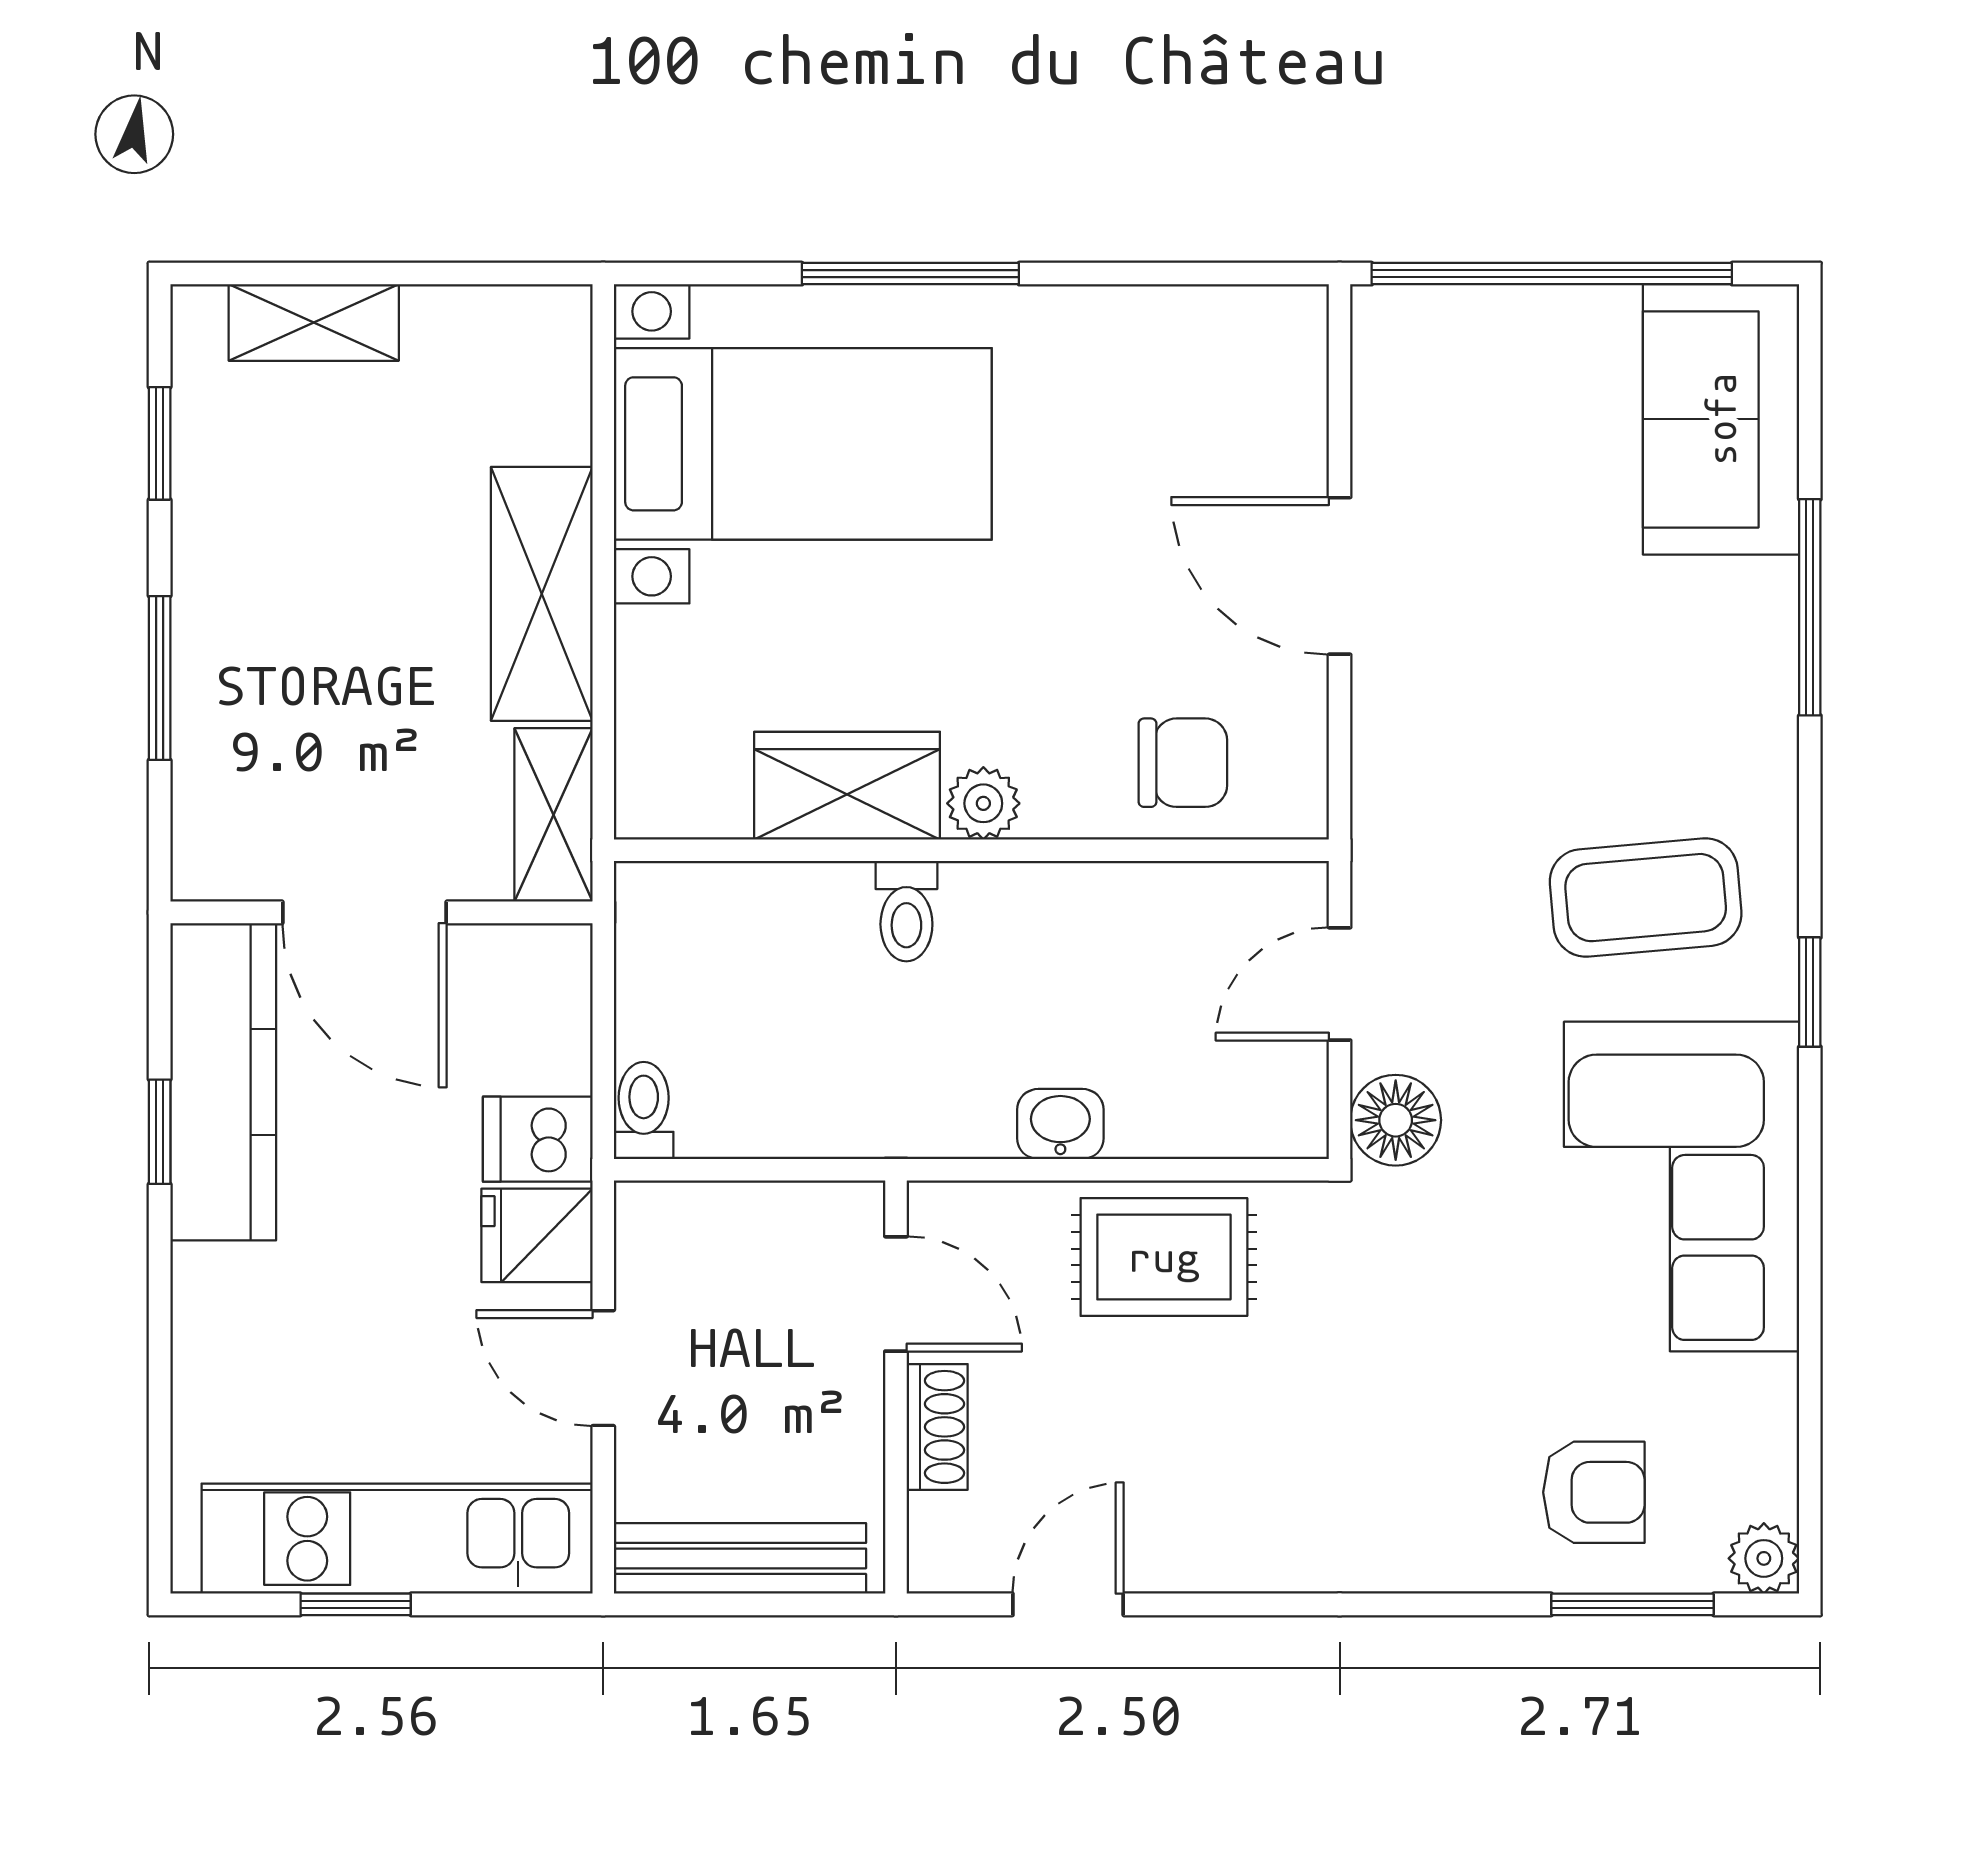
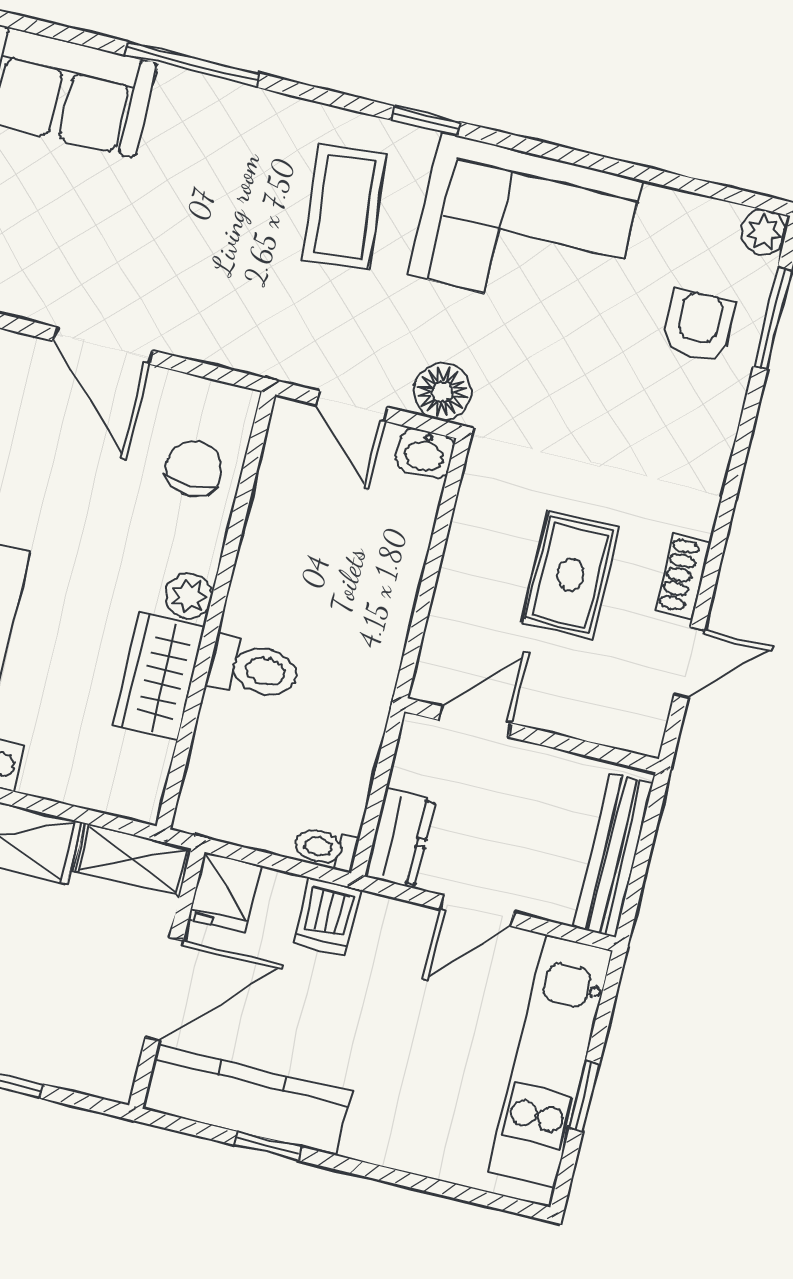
door: (1340, 576) -> (103, 346), hinge flipped
toilet: (906, 911) -> (254, 669), width x1.37, depth x1.39
washbasin: (1060, 1124) -> (425, 453), moved, turned -90
dresser: (687, 1222) -> (400, 838), added
fridge: (537, 1235) -> (225, 892), moved
rug: (1164, 1257) -> (570, 575), moved
shoe rack: (937, 1427) -> (684, 576), moved, turned -90
door: (1068, 1604) -> (689, 663), swing flipped

